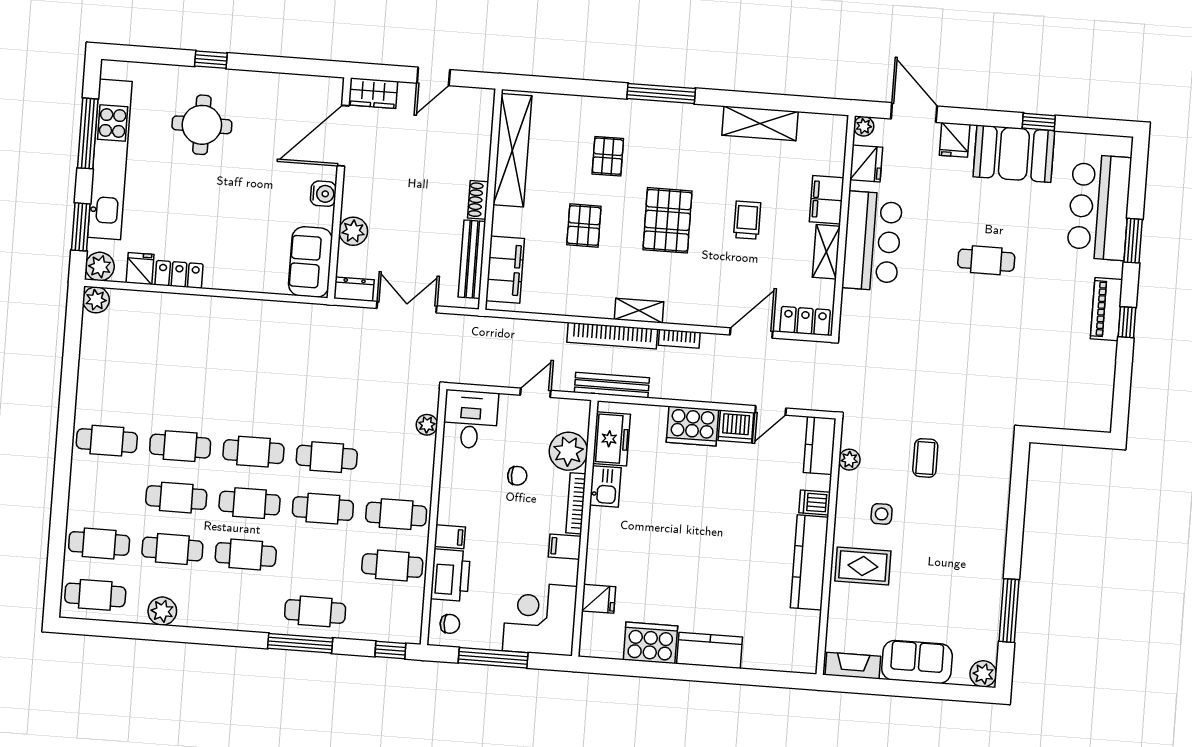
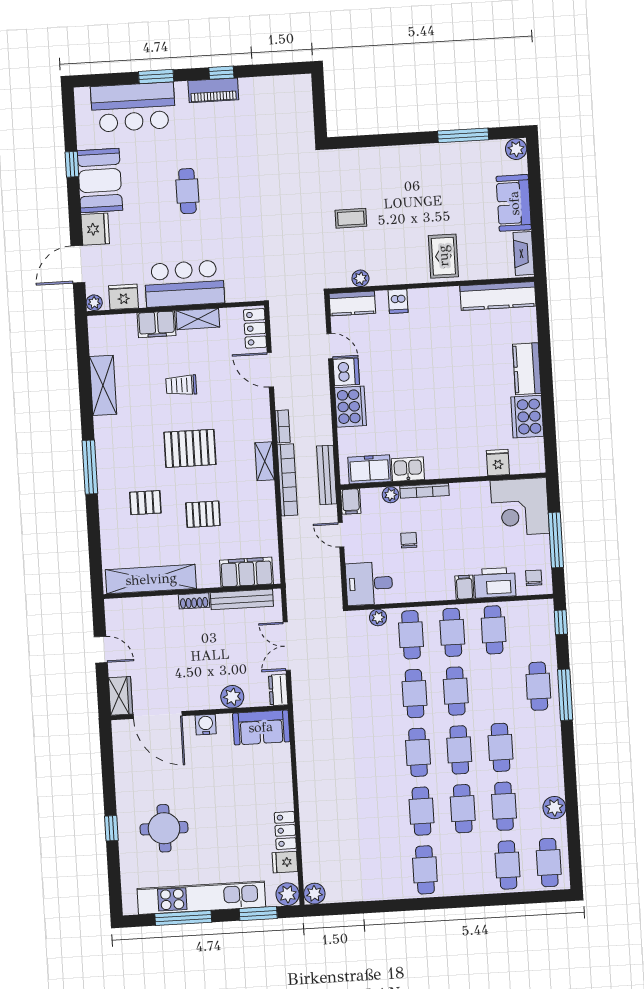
fridge: (955, 140) -> (95, 229), width x1.38
plant: (568, 451) -> (391, 495), width x0.53, depth x0.53
cafe table: (400, 463) -> (411, 635), added
side table: (882, 514) -> (400, 247), removed
filing cabinet: (565, 547) -> (351, 501), moved
kitchen counter: (809, 562) -> (498, 296), moved

